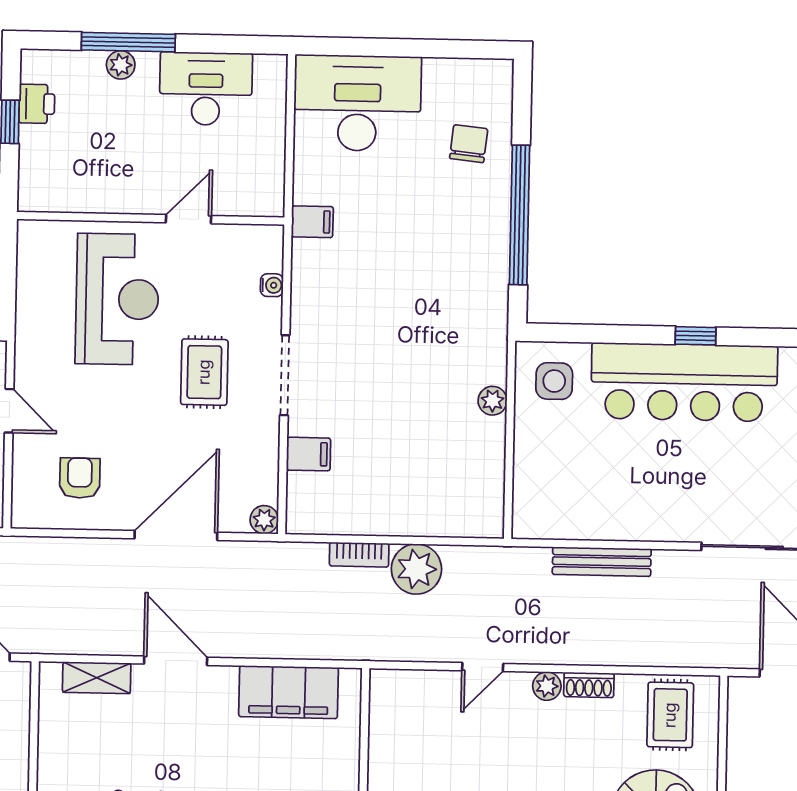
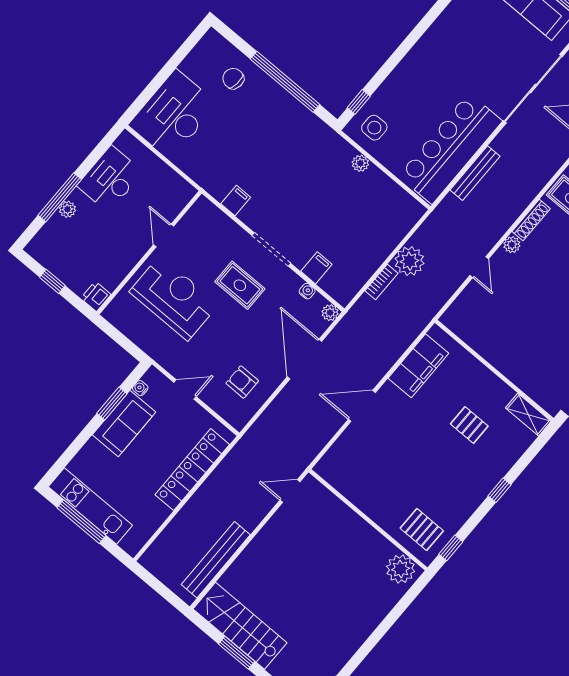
printer: (37, 104) -> (96, 296), moved, turned -90
filing cabinet: (312, 222) -> (236, 201), moved
water cooler: (272, 285) -> (307, 291), moved
window: (696, 336) -> (359, 102), moved
bar counter: (684, 382) -> (450, 149), moved, turned 180
shelving: (97, 678) -> (340, 449), removed
shoe rack: (589, 685) -> (531, 220), width x1.43

